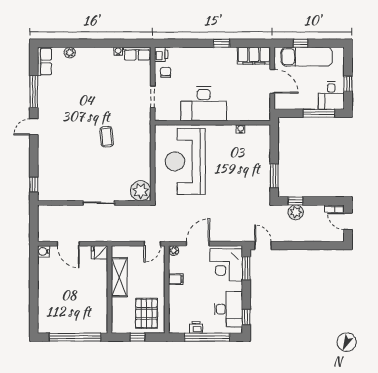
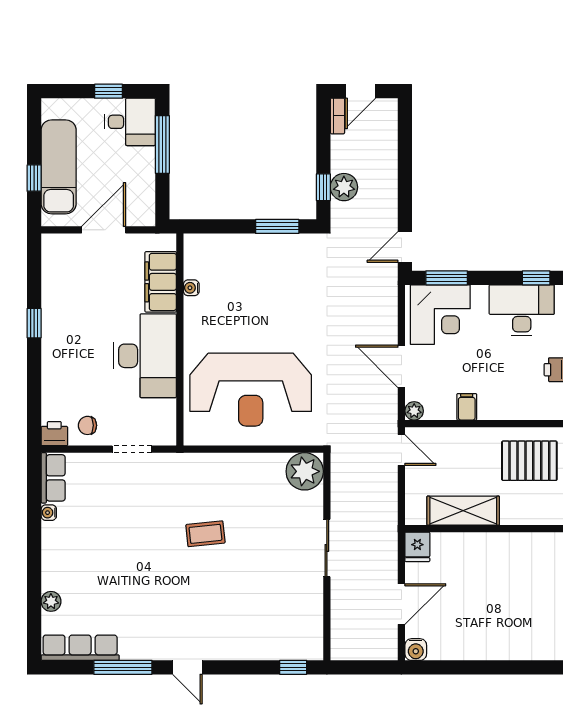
filing cabinet: (254, 56) -> (161, 282), moved, turned 180
row of seats: (44, 61) -> (80, 648), width x1.48

